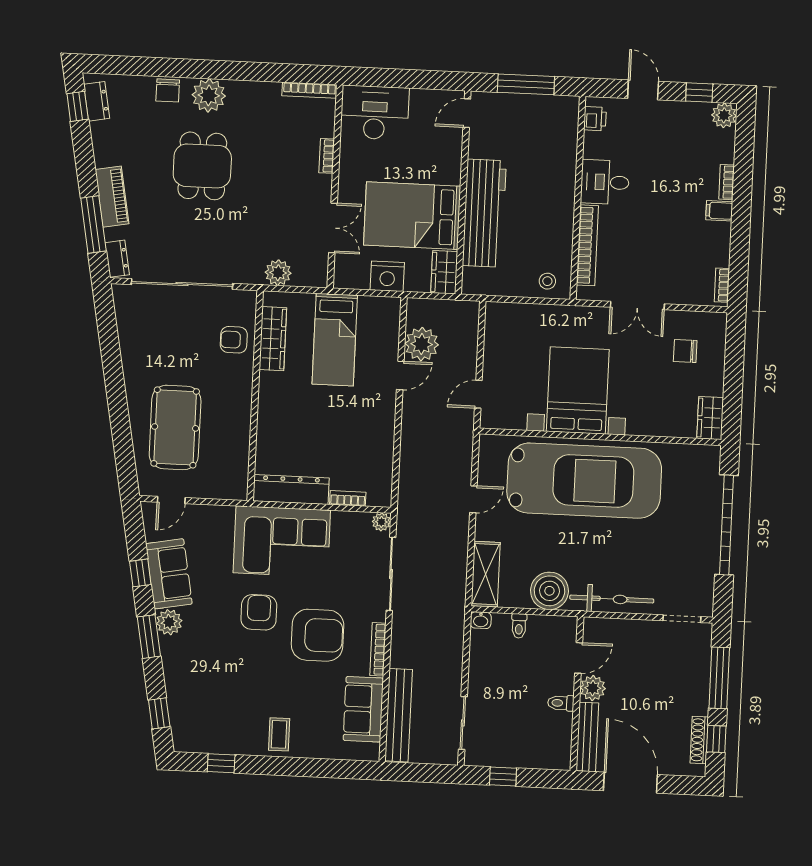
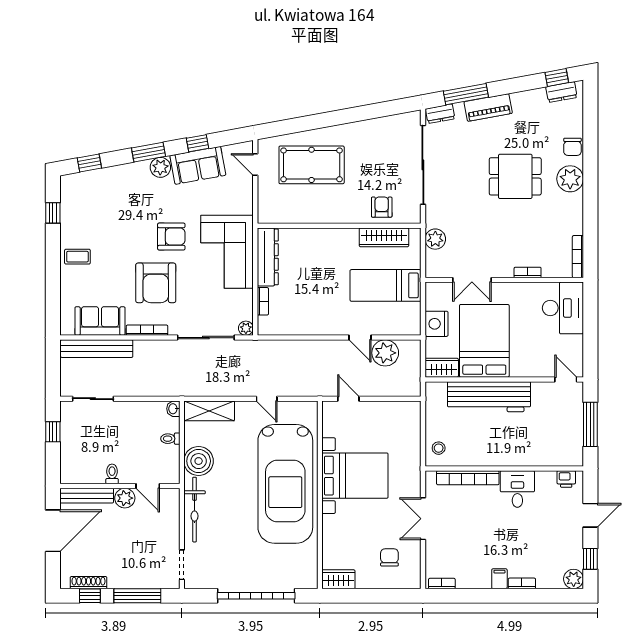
chair: (168, 90) -> (572, 147), turned -90

